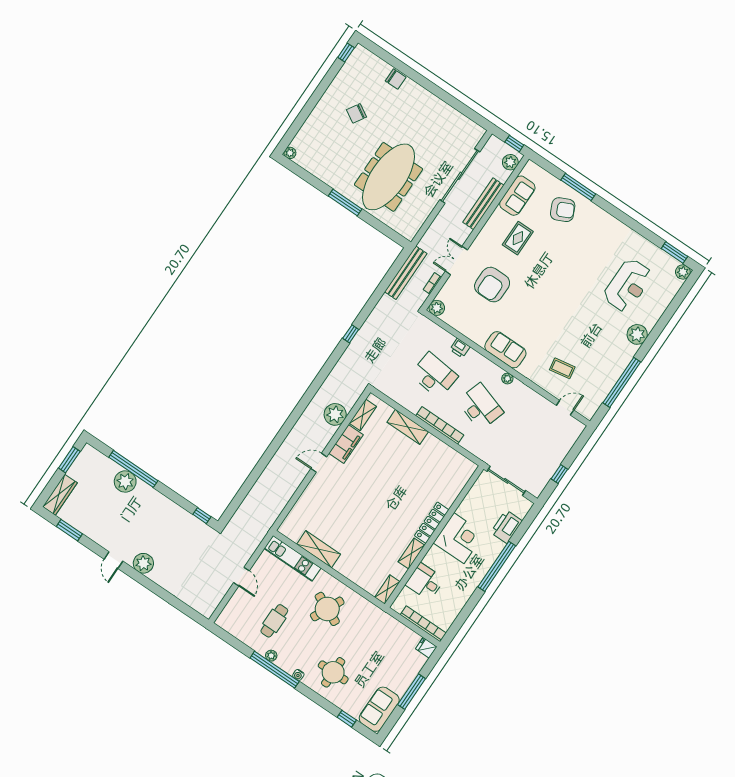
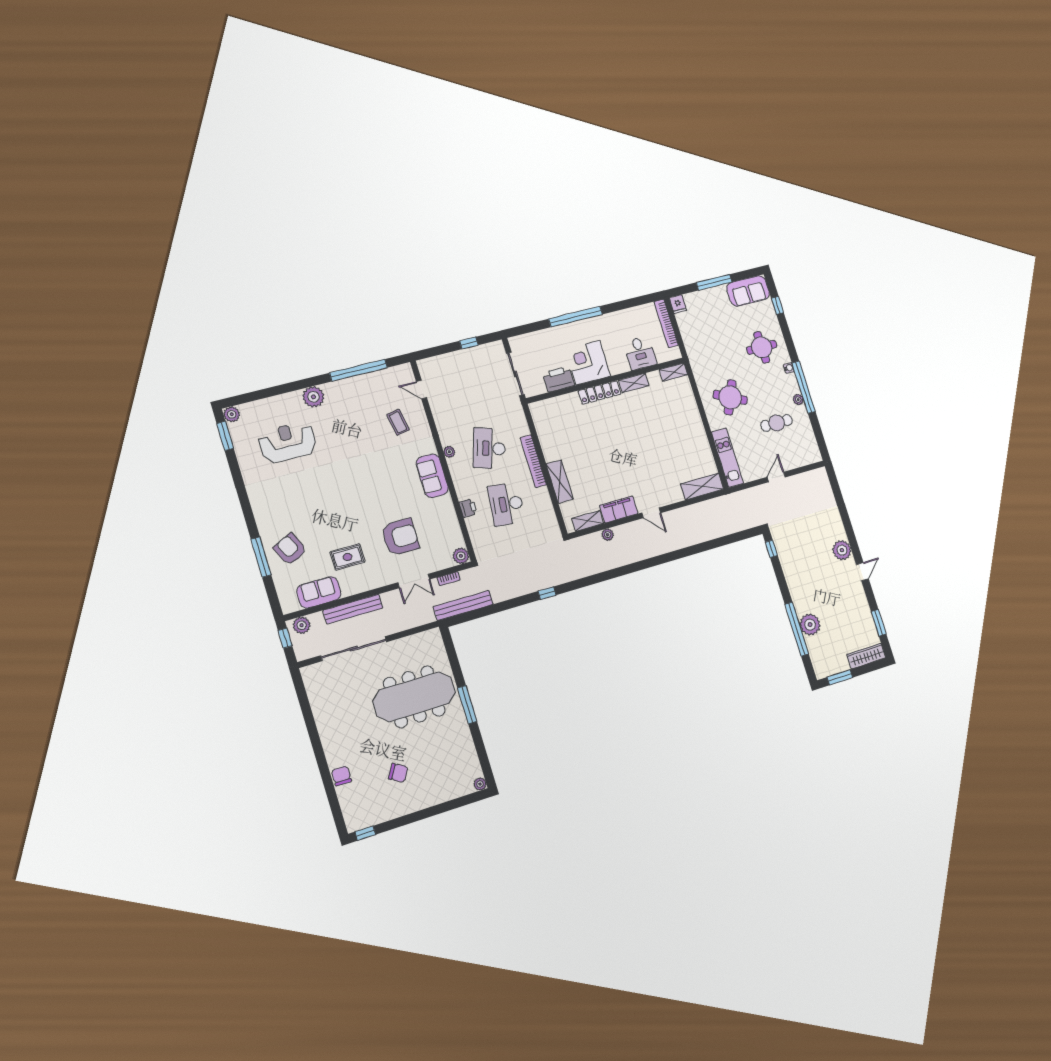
plant: (335, 414) -> (608, 535), width x0.53, depth x0.53
printer: (506, 527) -> (559, 379), moved, turned 180
shelving: (319, 549) -> (702, 486), moved, turned 90

